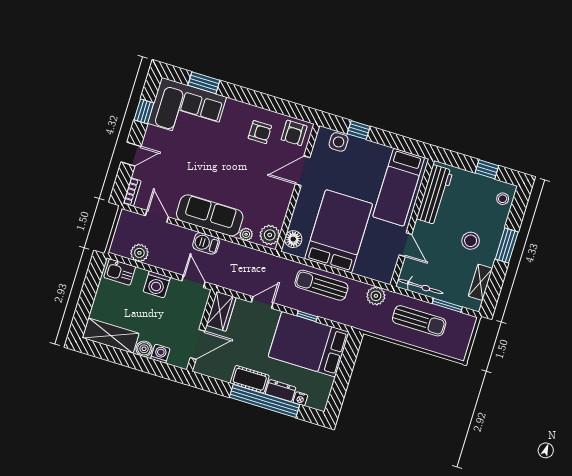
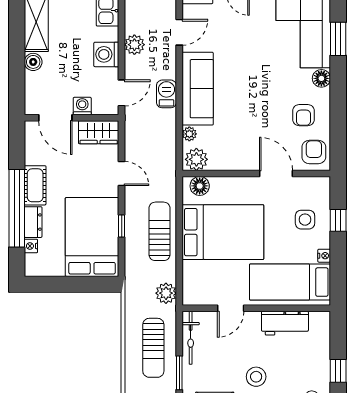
floor lamp: (233, 107) -> (321, 78), added
armchair: (294, 133) -> (314, 152), turned 90
side table: (339, 142) -> (305, 220), moved
nightstand: (385, 151) -> (324, 256), added
workbench: (435, 195) -> (285, 323), width x0.73
plant: (139, 253) -> (134, 45), moved
washing machine: (160, 354) -> (82, 106), moved, turned -90

